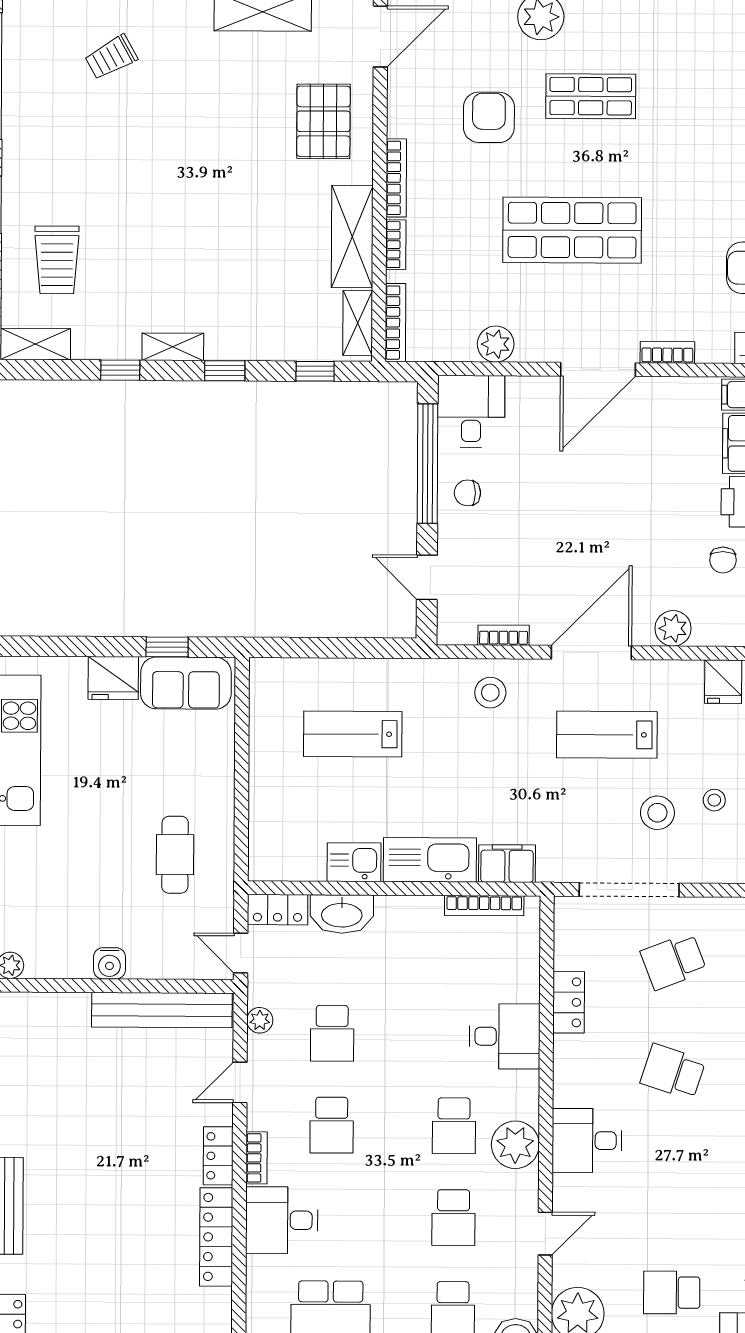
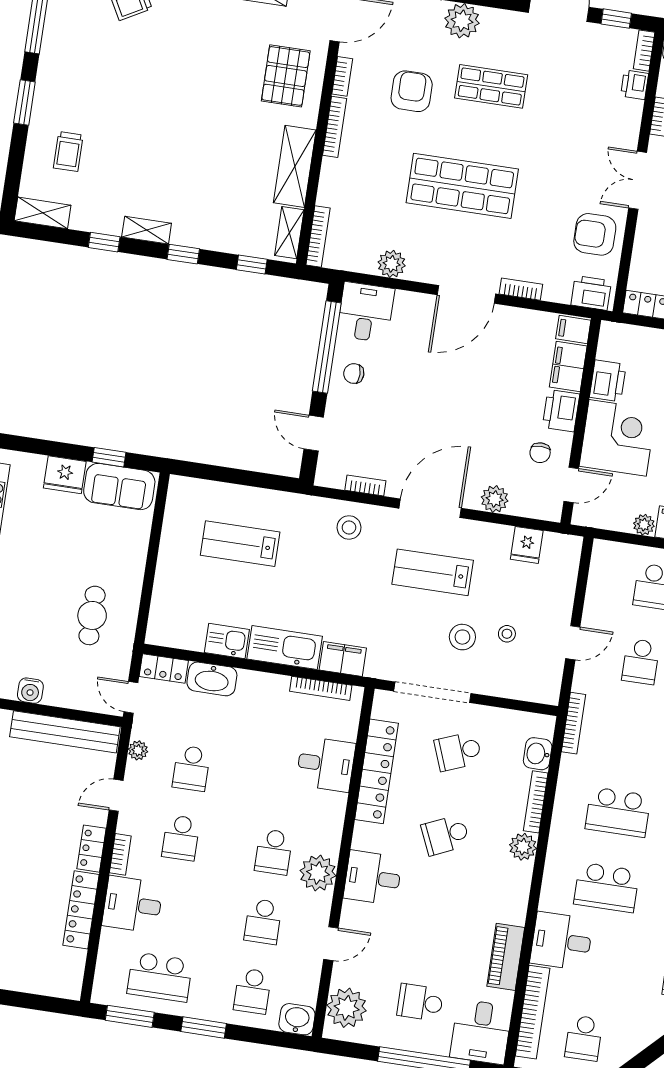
bookcase: (396, 245) -> (342, 76), moved
trolley: (57, 260) -> (68, 151), width x0.73, depth x0.72
locker: (569, 1002) -> (377, 771), width x2.16, depth x1.21
desk: (505, 1036) -> (326, 764), moved
school desk: (673, 1072) -> (445, 835), turned -42

